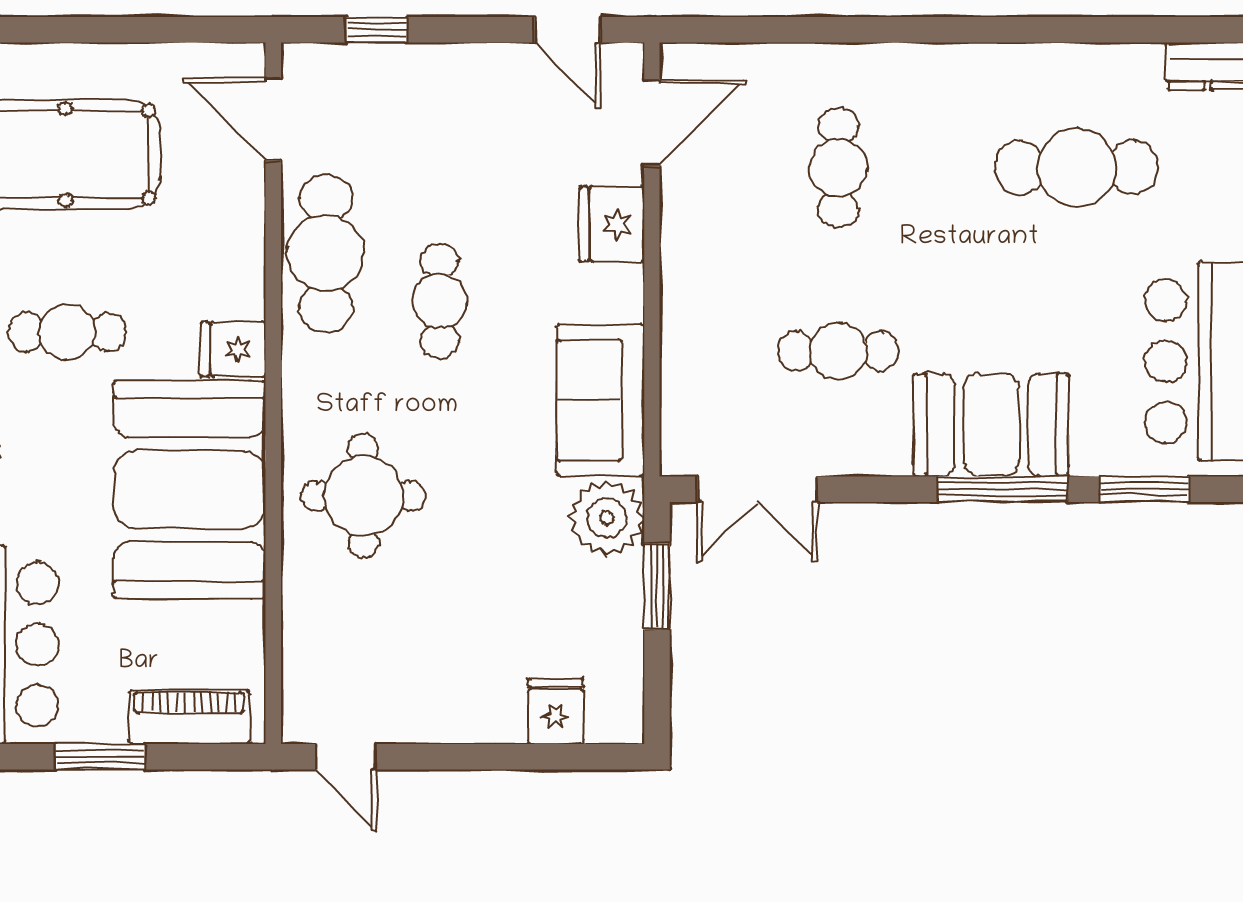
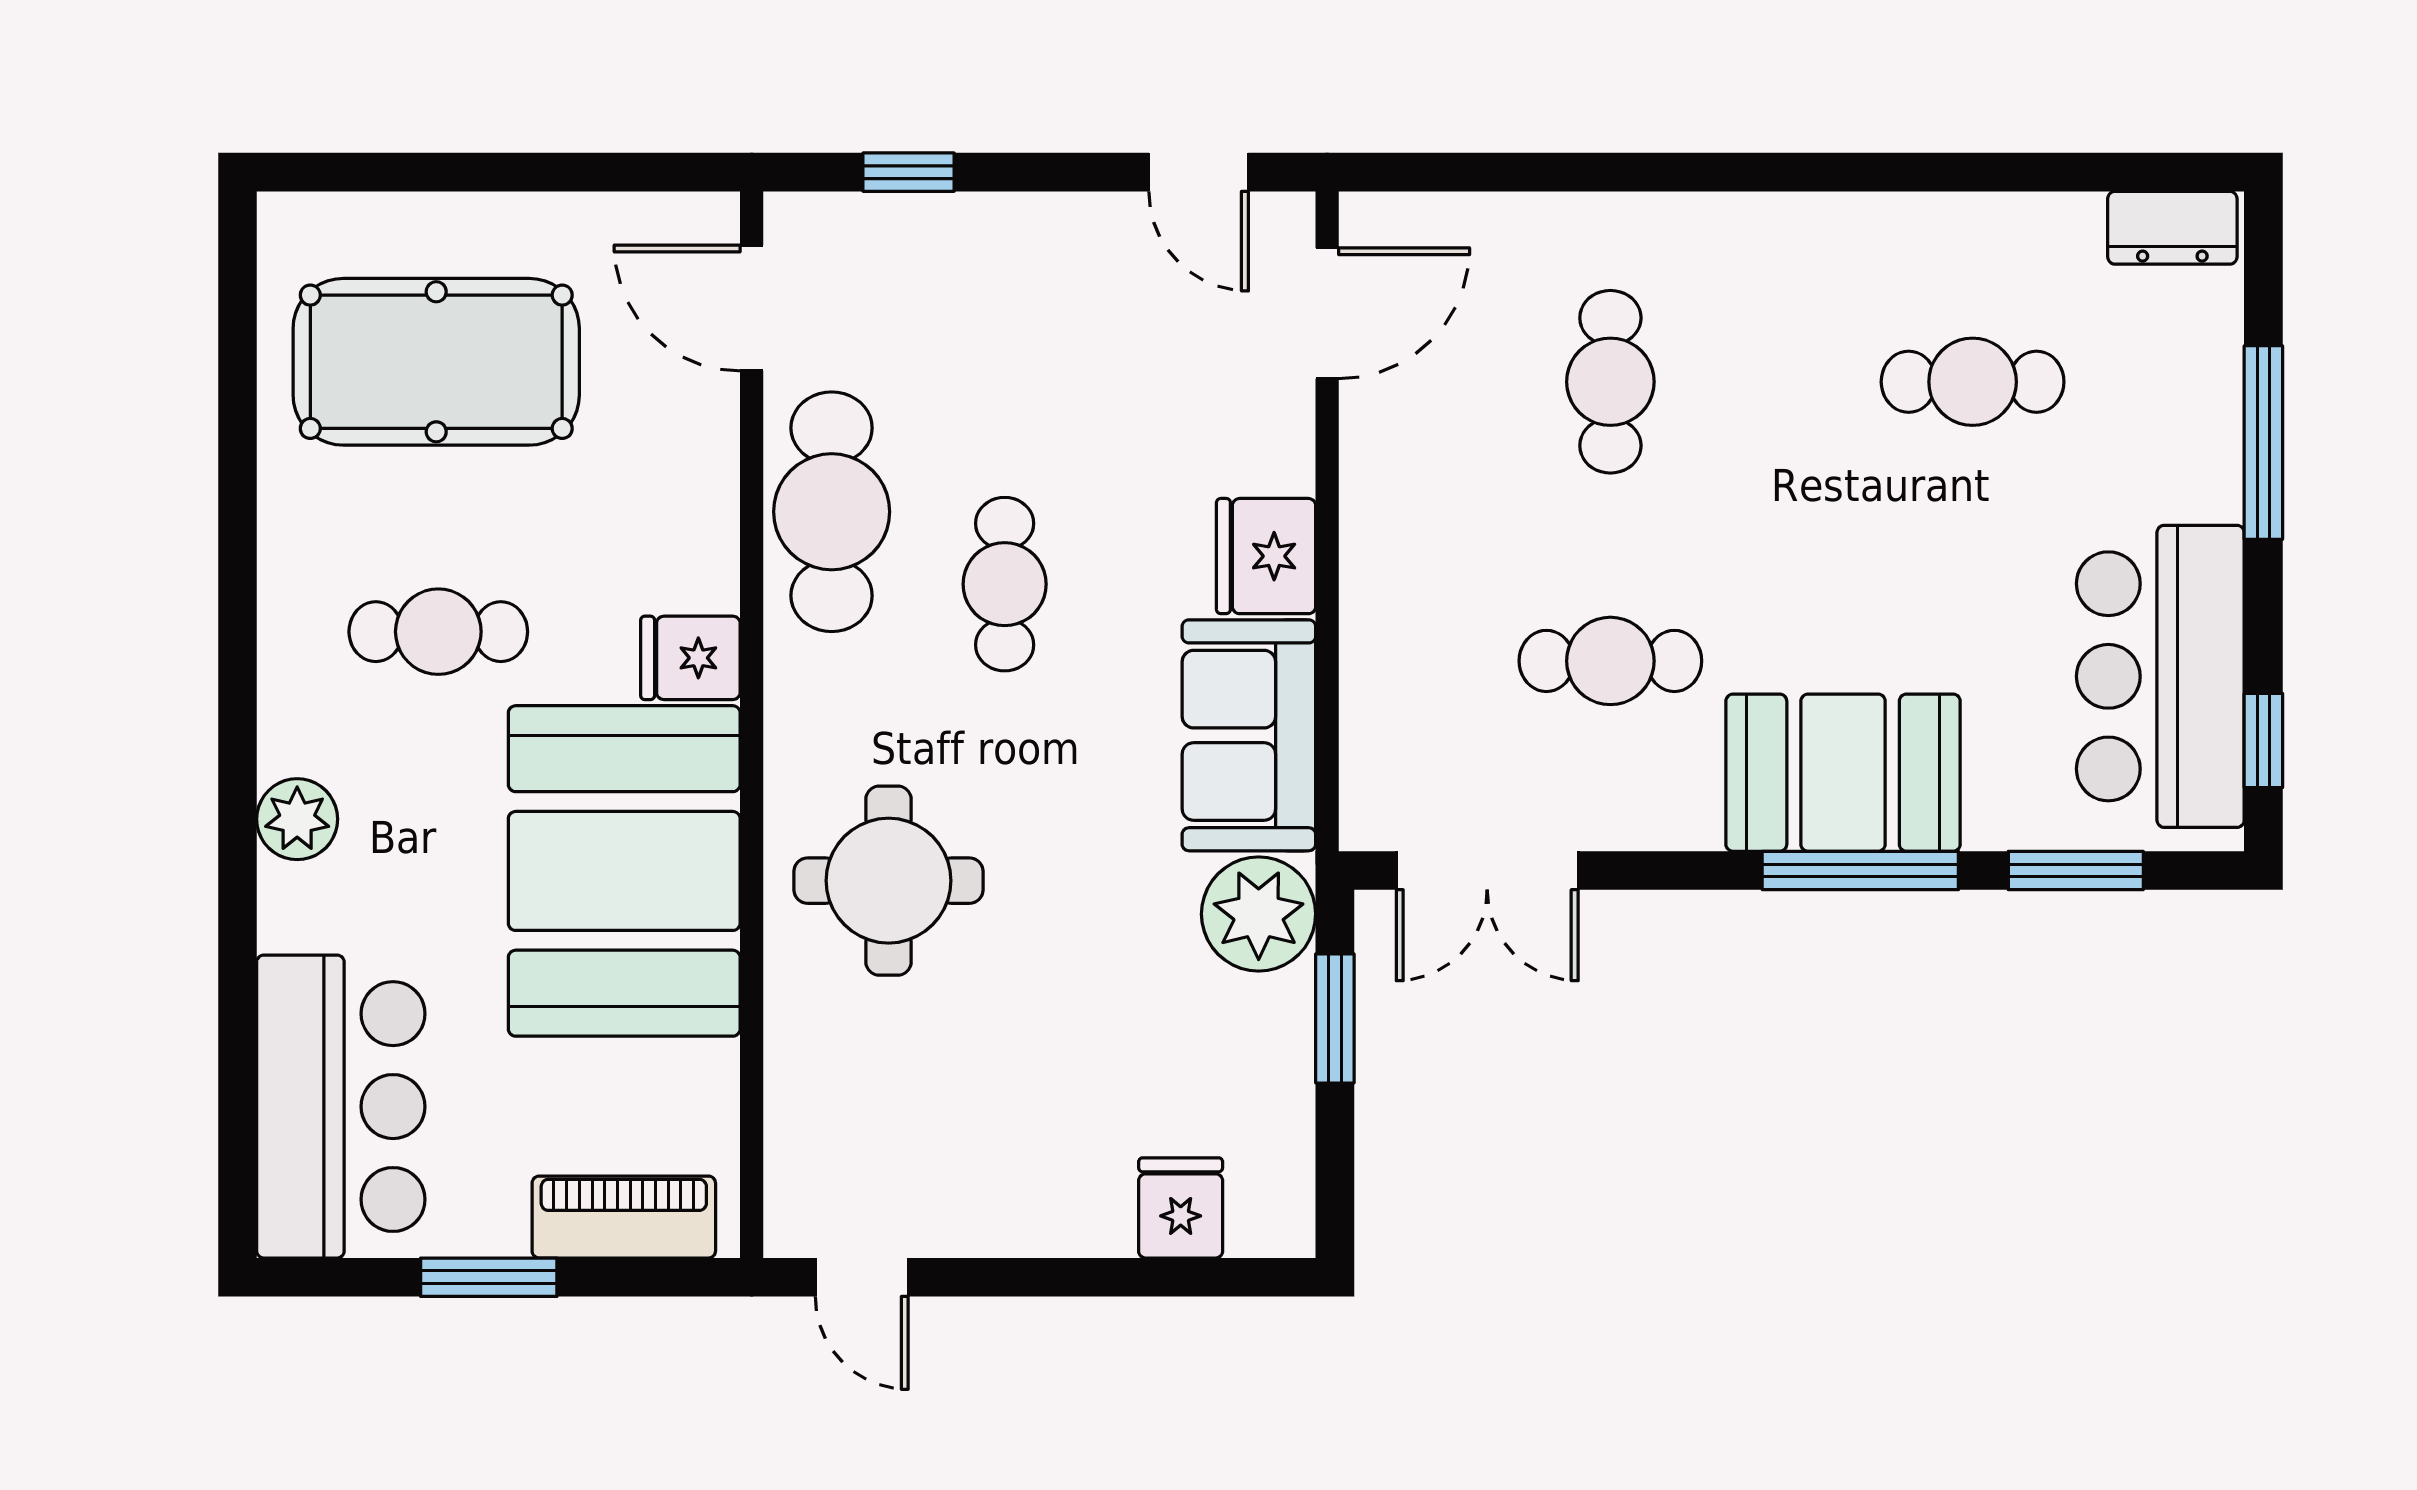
cafe table: (1077, 168) -> (1973, 382), width x0.73, depth x0.74
fridge: (612, 224) -> (1266, 556), moved

